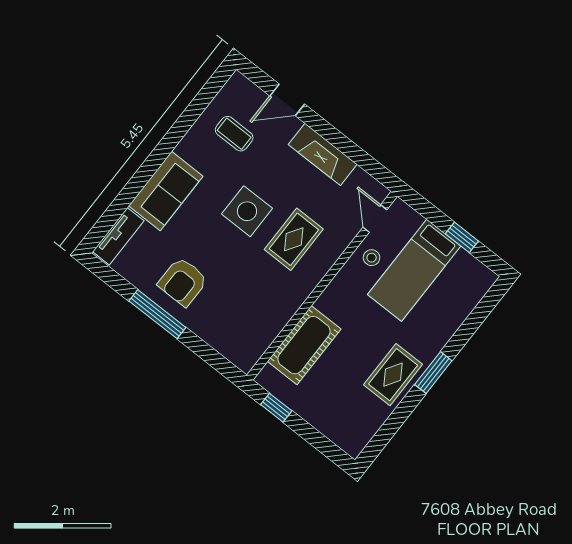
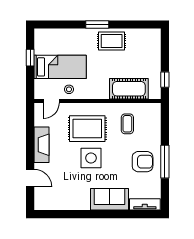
coffee table: (234, 134) -> (127, 124), moved
rug: (294, 239) -> (87, 129), width x1.36, depth x1.43

